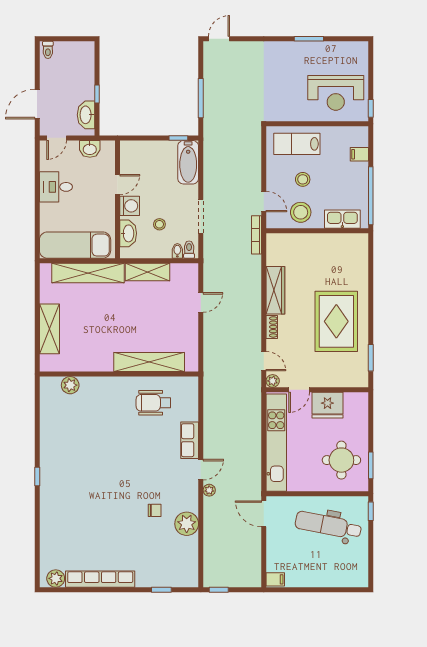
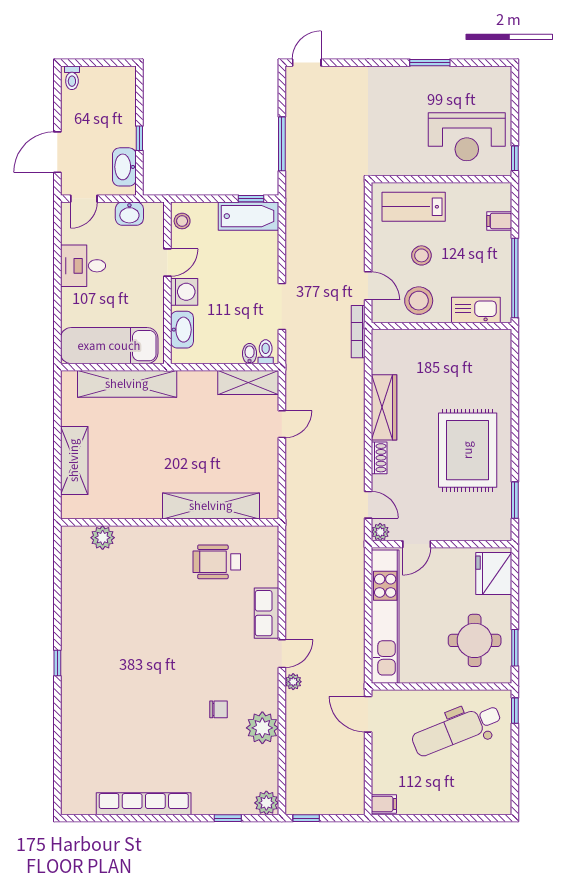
bathtub: (188, 162) -> (248, 216), moved, turned -90
stool: (159, 224) -> (182, 221), moved
shelving: (148, 272) -> (248, 382), moved
fridge: (327, 405) -> (494, 574), moved, turned 90
dental chair: (328, 525) -> (457, 730), turned -33
plant: (56, 578) -> (266, 803), moved

